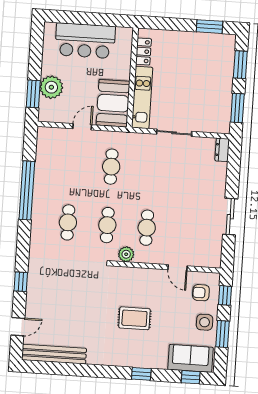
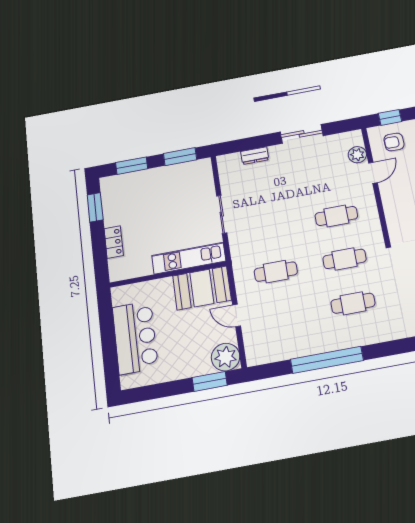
locker: (143, 51) -> (114, 242), moved, turned 90
plant: (51, 87) -> (226, 357), moved
dresser: (222, 150) -> (255, 156), moved
plant: (126, 254) -> (357, 155), moved
armchair: (201, 293) -> (394, 142), turned 90

